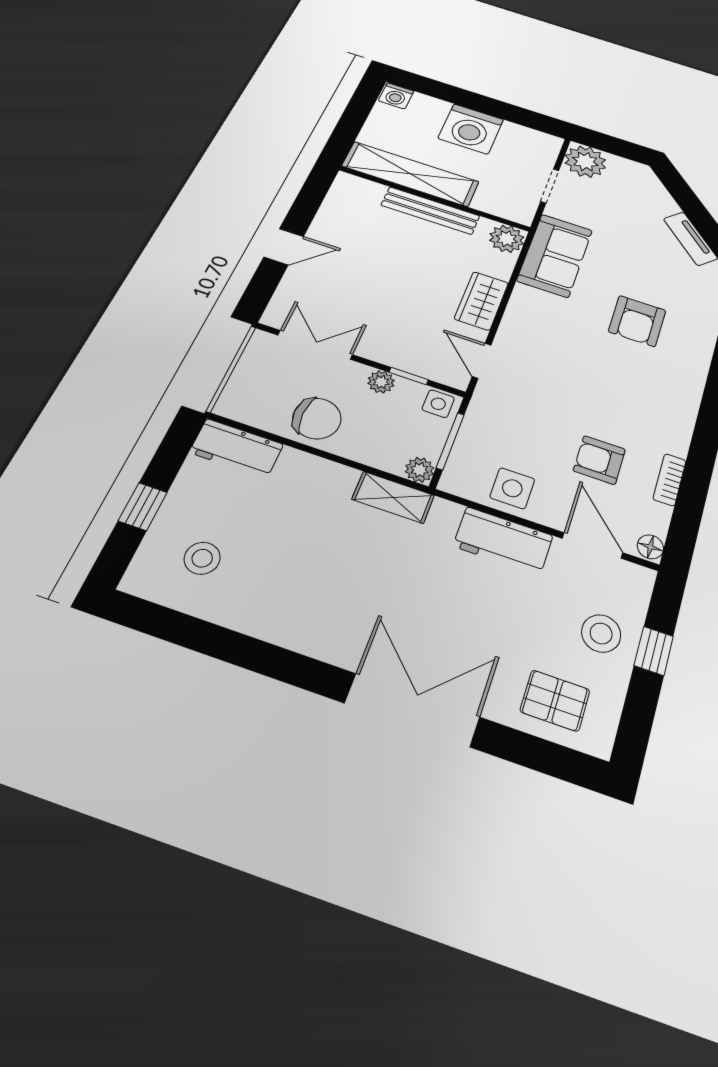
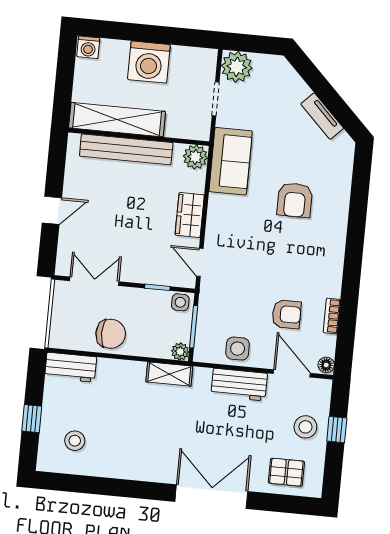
bench: (430, 211) -> (126, 149), width x1.37, depth x1.21
plant: (381, 382) -> (142, 297), removed
armchair: (599, 460) -> (287, 314), turned 180

